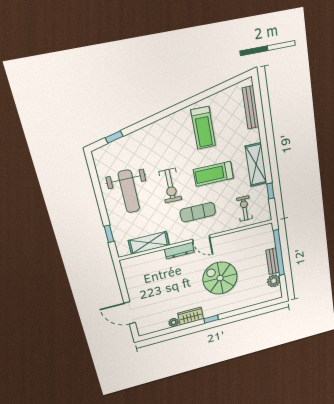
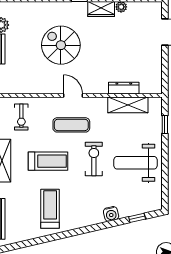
water cooler: (142, 135) -> (111, 214), added
weight bench: (129, 191) -> (135, 163), turned -90
dresser: (179, 251) -> (124, 88), moved
spiral stairs: (220, 278) -> (61, 45), turned 180

